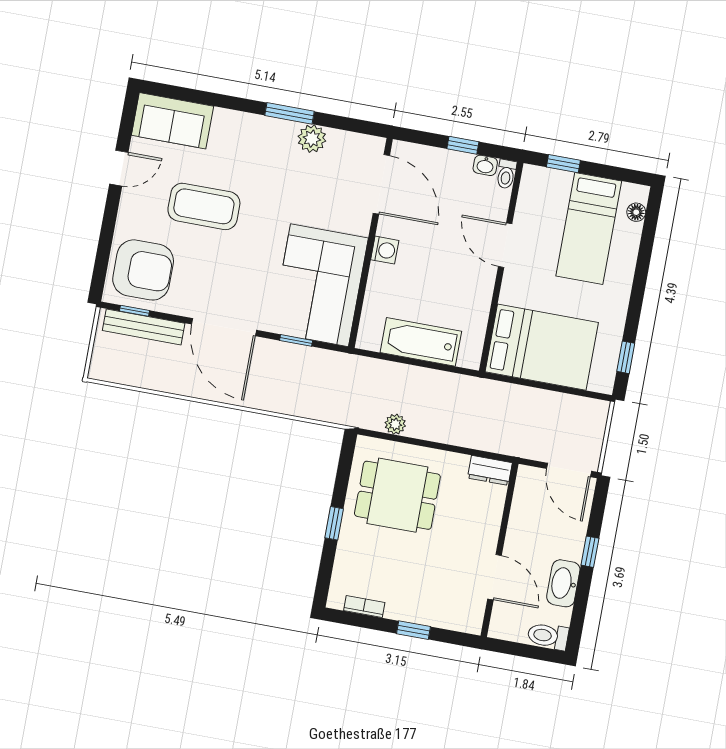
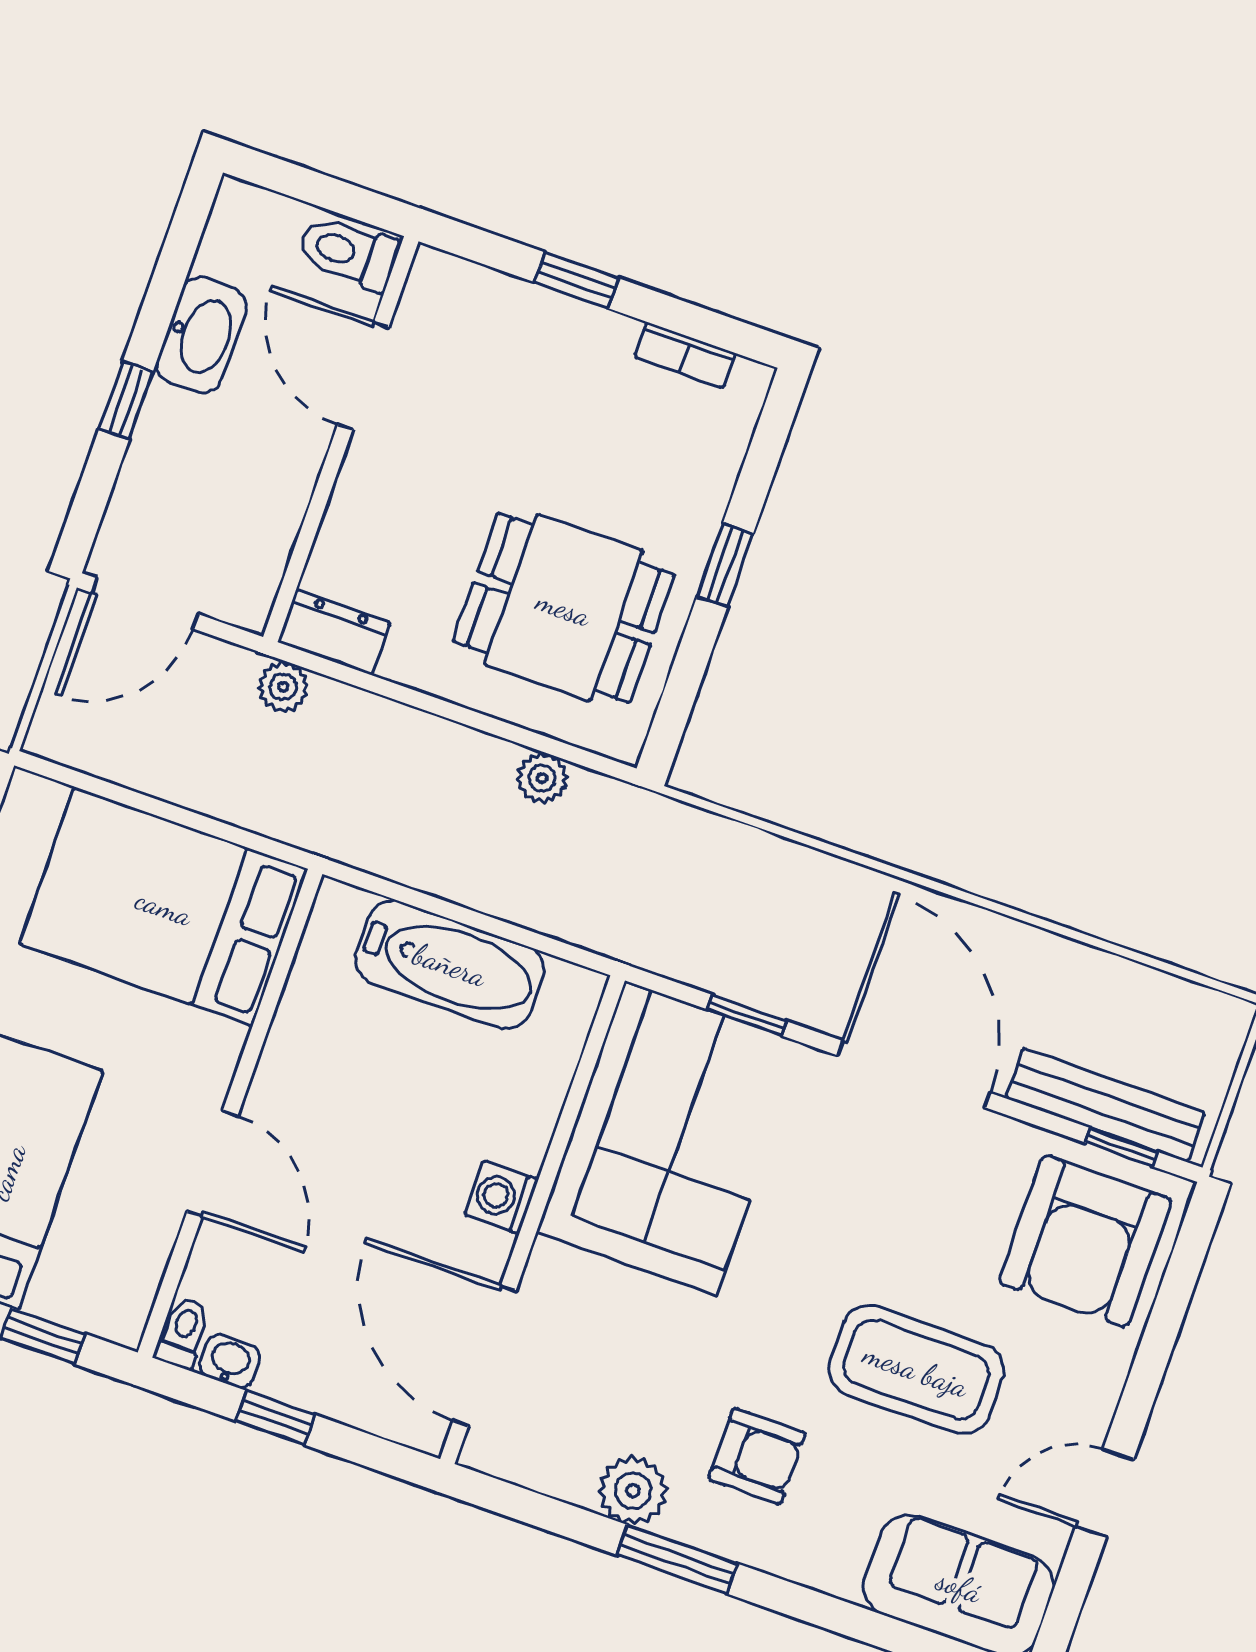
armchair: (263, 161) -> (757, 1456), added
armchair: (143, 270) -> (1085, 1241), turned -90
plant: (507, 445) -> (283, 687), added
door: (569, 470) -> (145, 603), swing flipped
toilet: (548, 636) -> (348, 253), moved, turned 180

